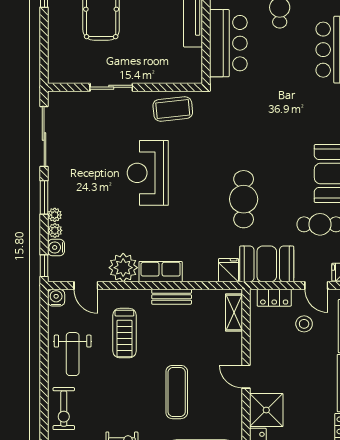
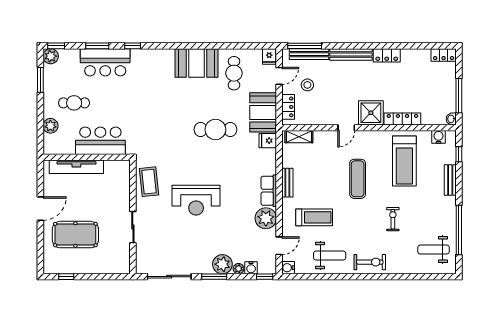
plant: (55, 215) -> (222, 264), width x1.88, depth x1.88
exercise mat: (177, 392) -> (358, 179), turned 90

